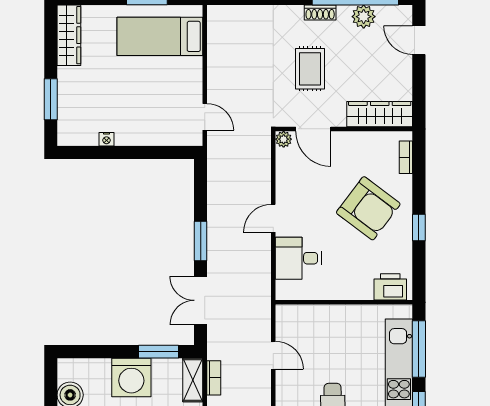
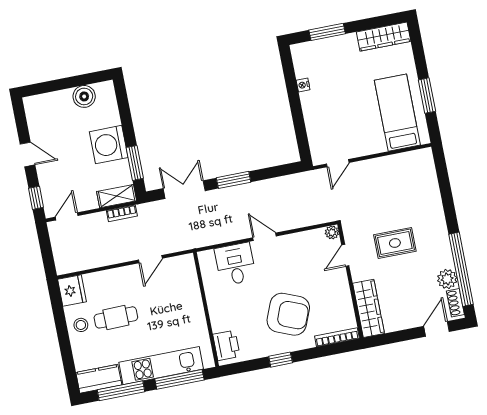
shoe rack: (320, 12) -> (455, 303), moved
door: (313, 129) -> (345, 255), width x0.73
bookcase: (406, 157) -> (337, 337), width x1.56
armchair: (368, 208) -> (288, 314), turned -105

